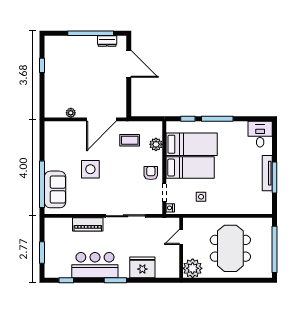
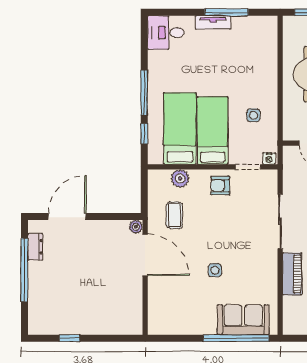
plant: (71, 113) -> (136, 227), moved
side table: (90, 169) -> (215, 270), width x0.54, depth x0.54
tv unit: (267, 173) -> (213, 22), width x0.71

